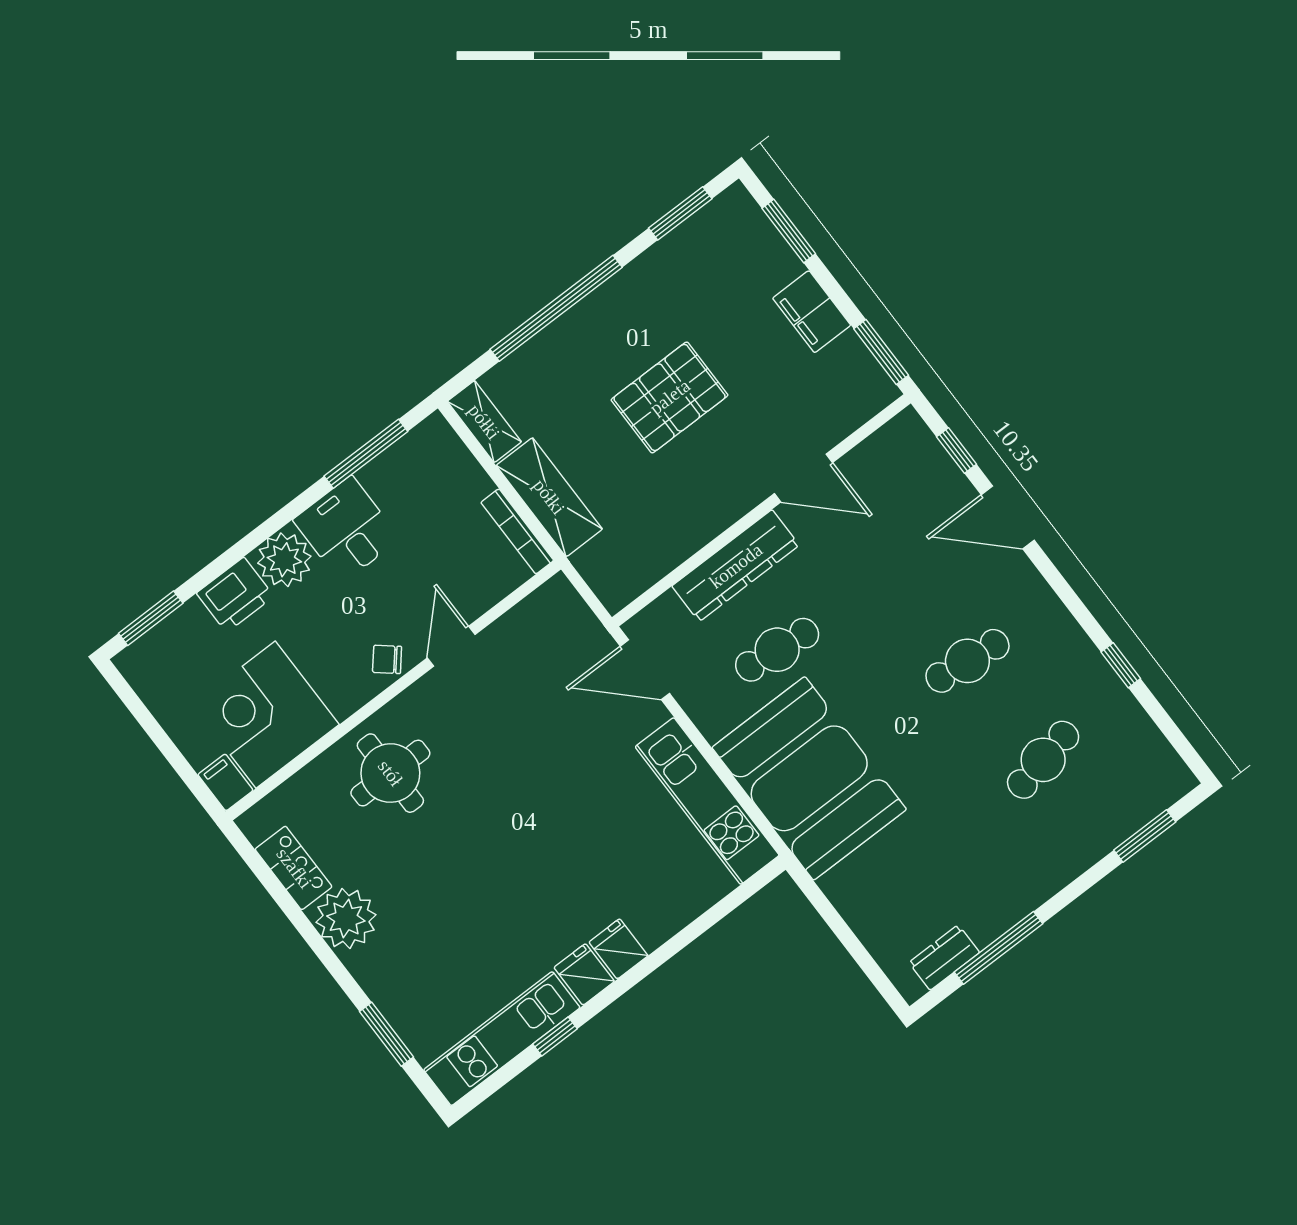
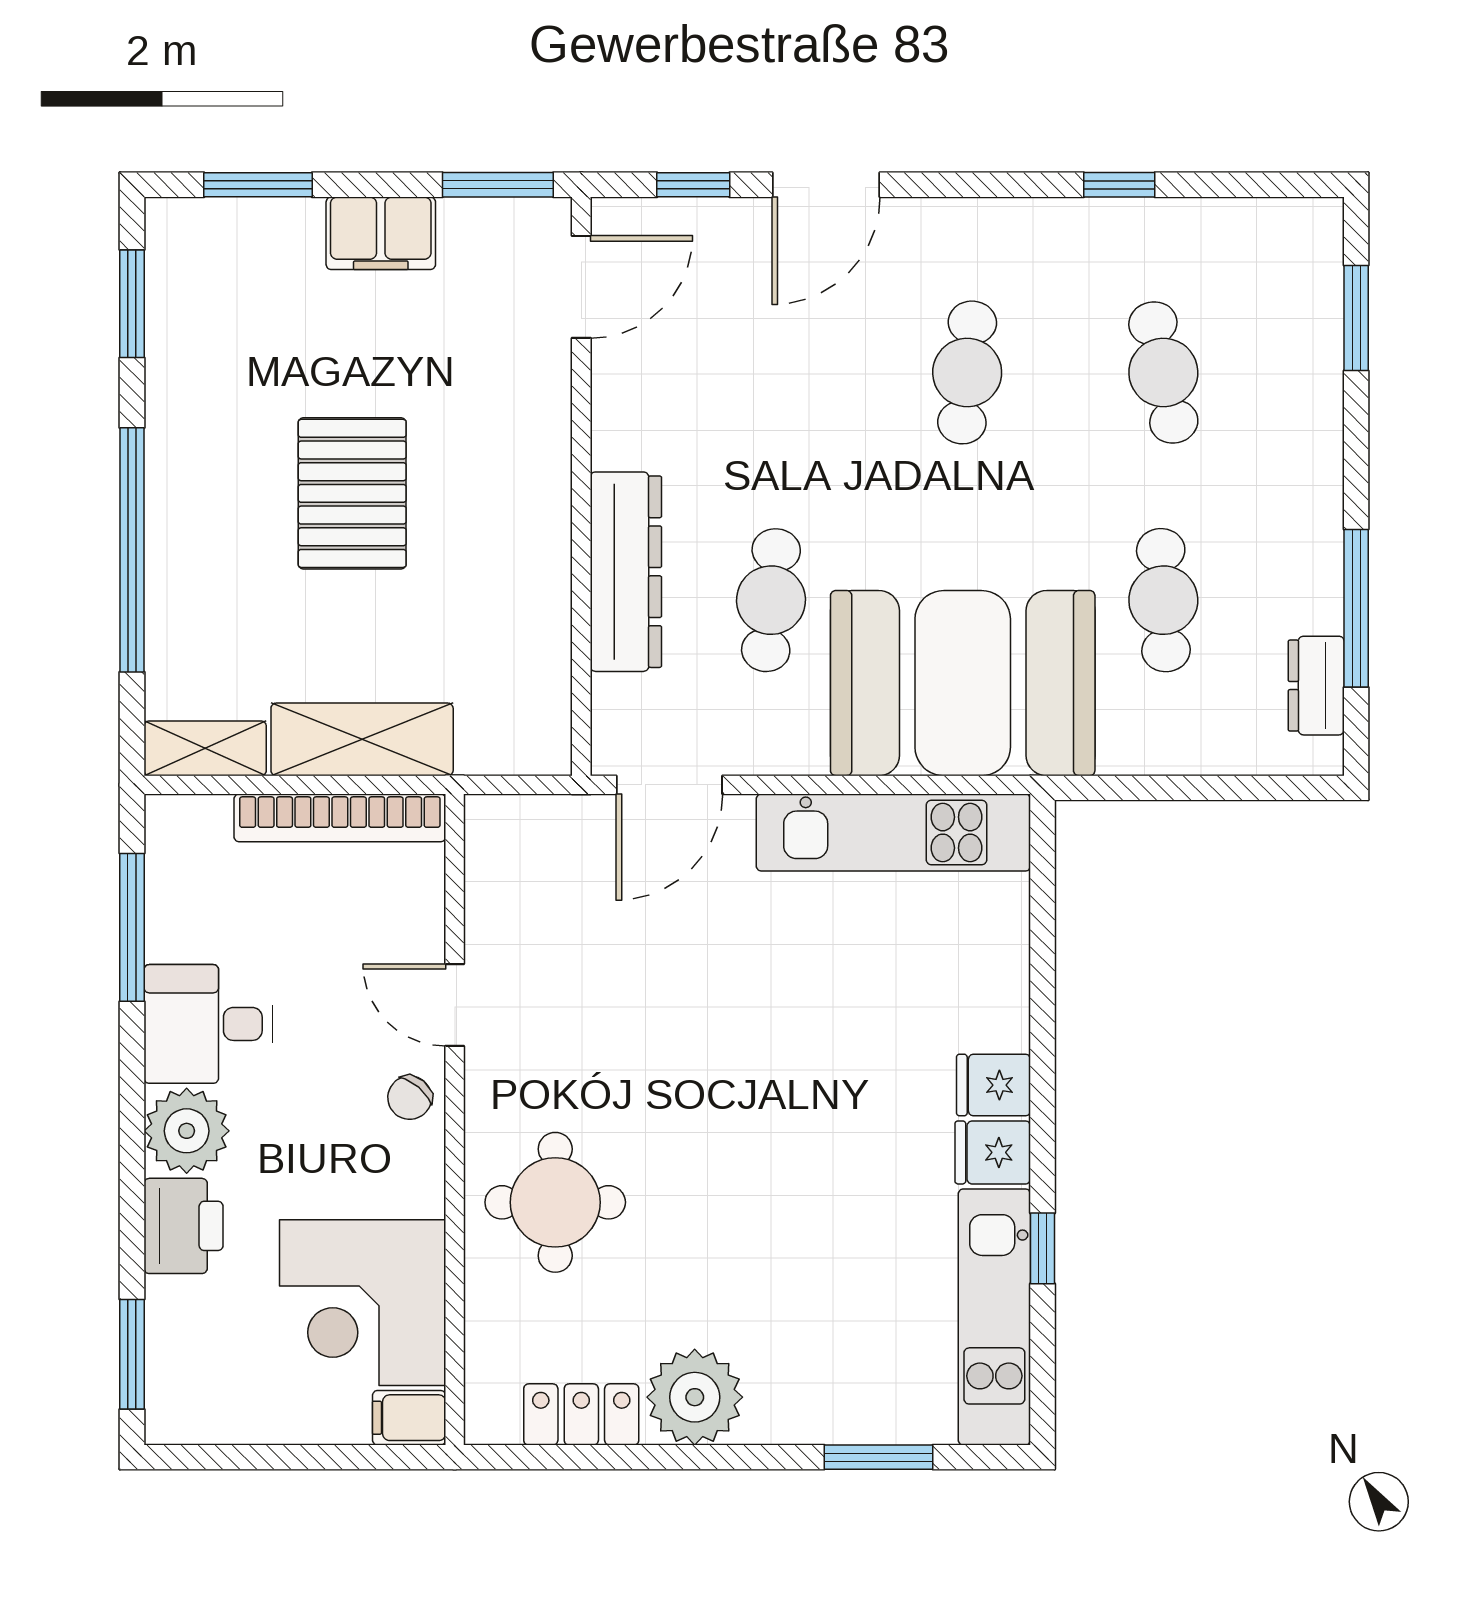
door: (803, 478) -> (581, 287), moved
bookcase: (517, 531) -> (340, 818), width x1.48, depth x1.31
cafe table: (928, 848) -> (1163, 600), added

